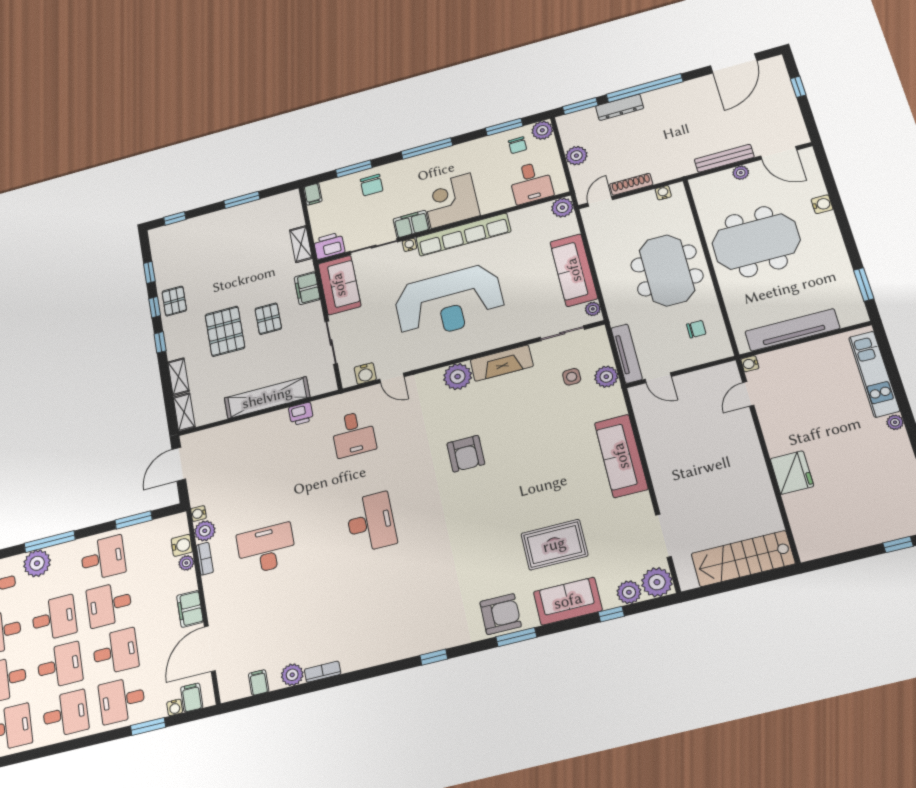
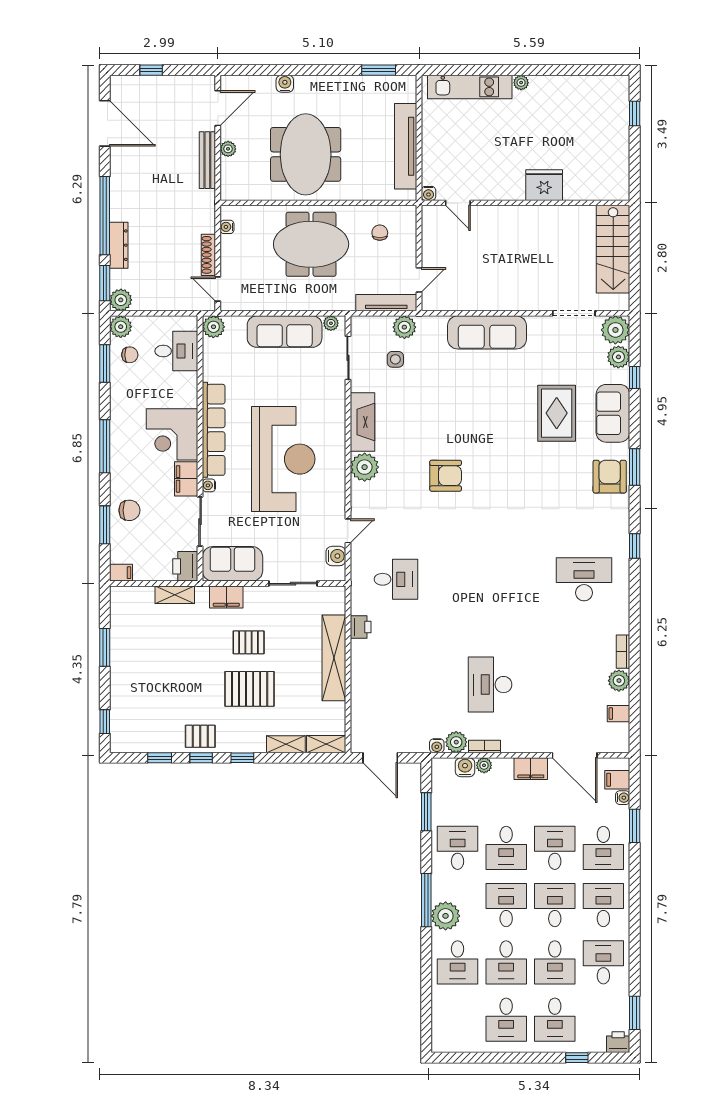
plant: (576, 156) -> (121, 300), moved
desk: (371, 522) -> (584, 579), moved

